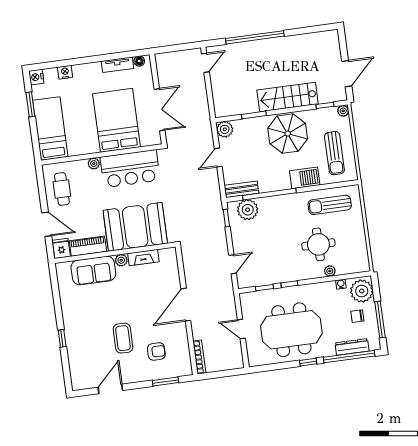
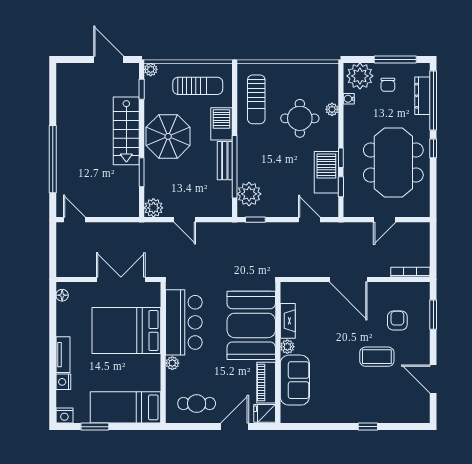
tv unit: (117, 65) -> (63, 355), moved
bench: (241, 189) -> (225, 161), moved
barbecue: (275, 273) -> (326, 172), added

